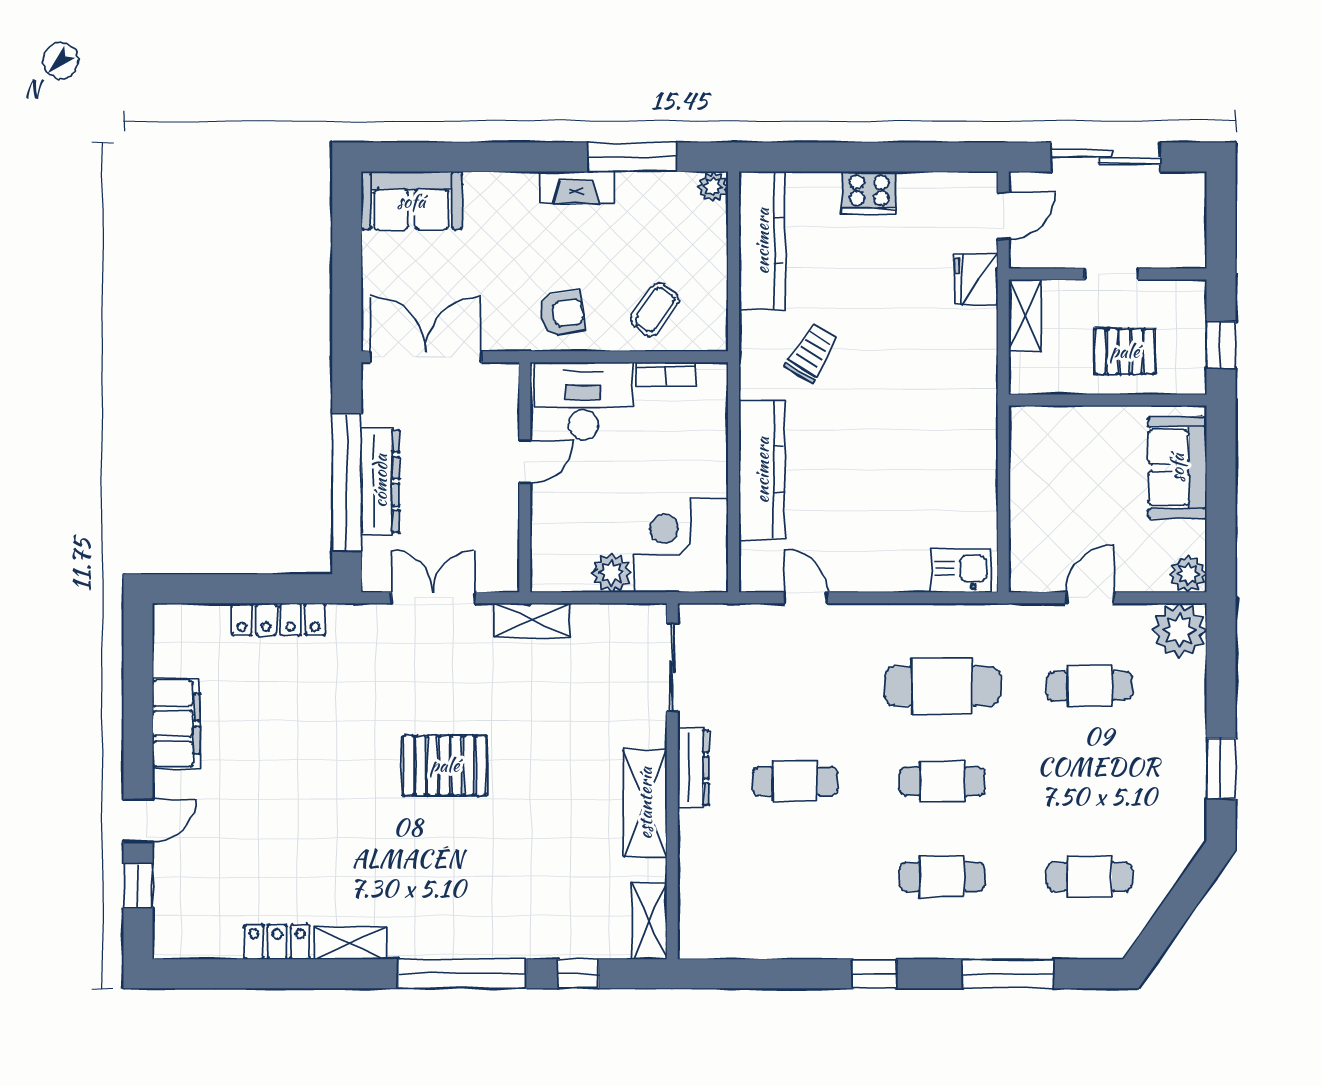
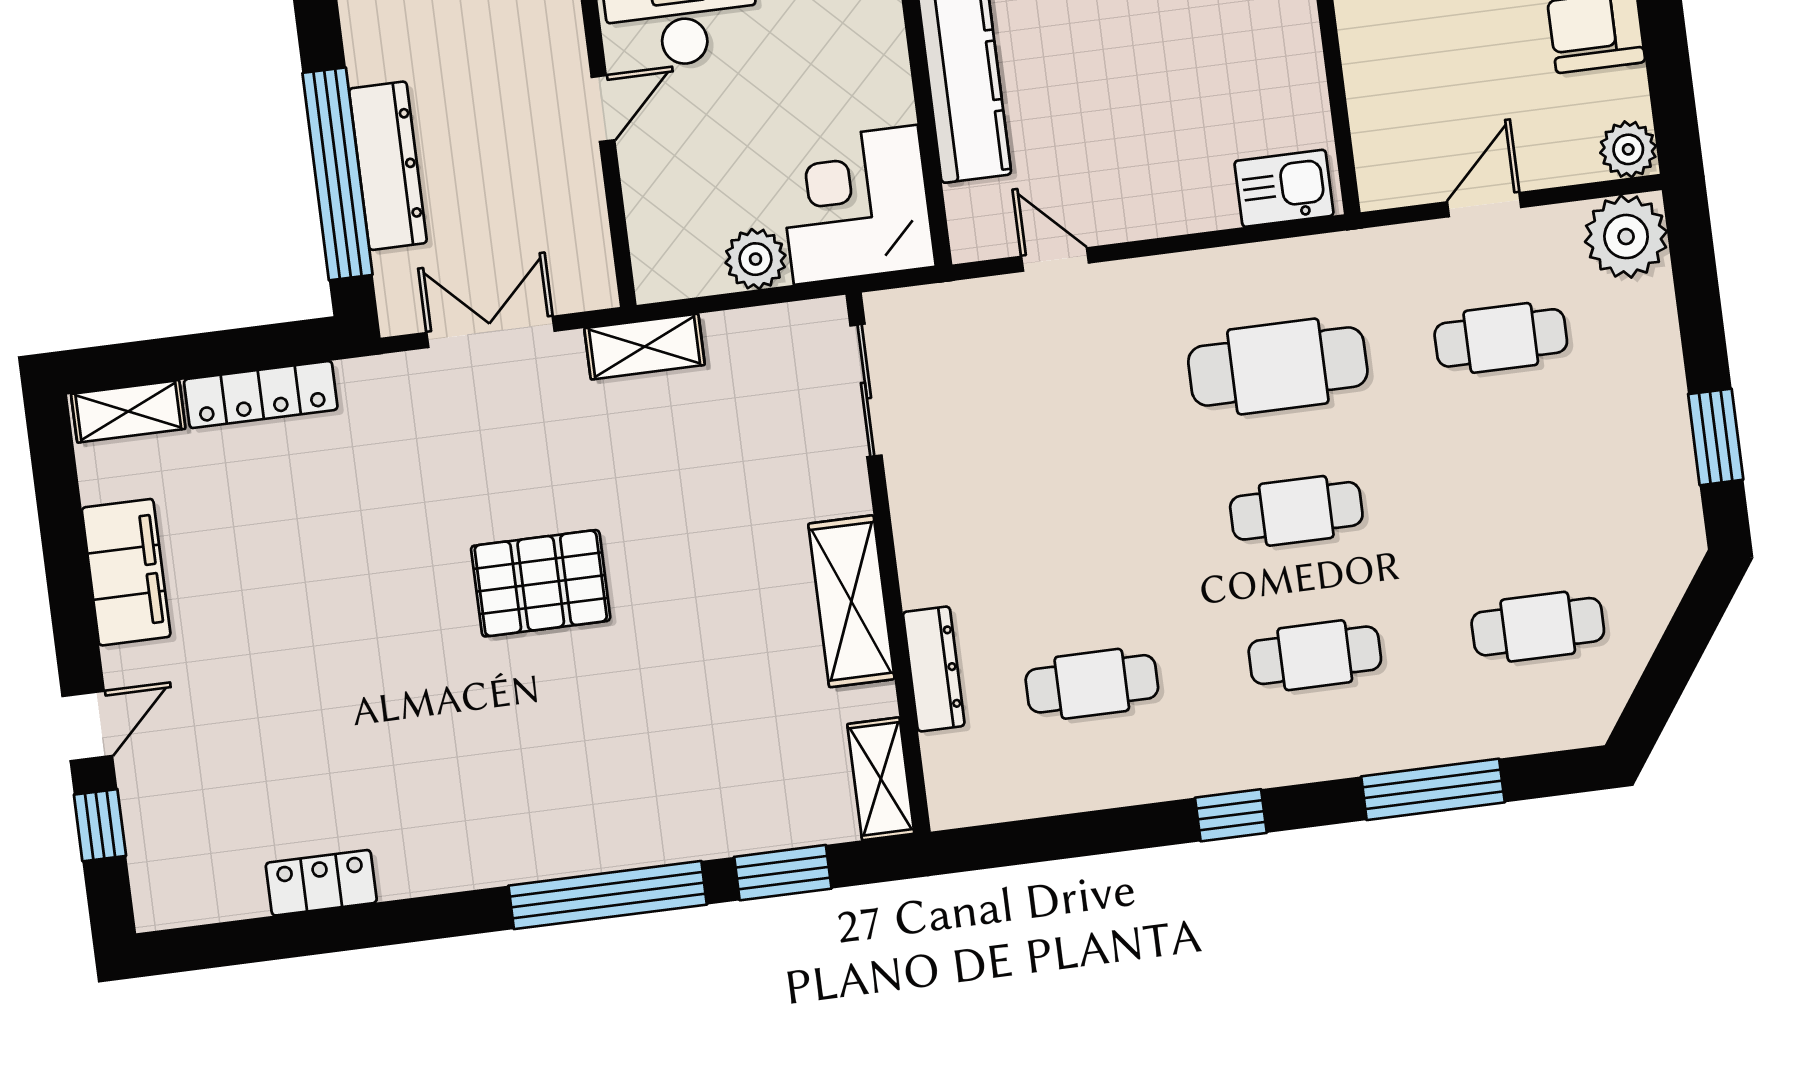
dresser: (693, 768) -> (934, 669), moved
cafe table: (795, 781) -> (1092, 684), moved
shelving: (350, 943) -> (128, 411), moved
window: (578, 974) -> (783, 873), width x1.50

